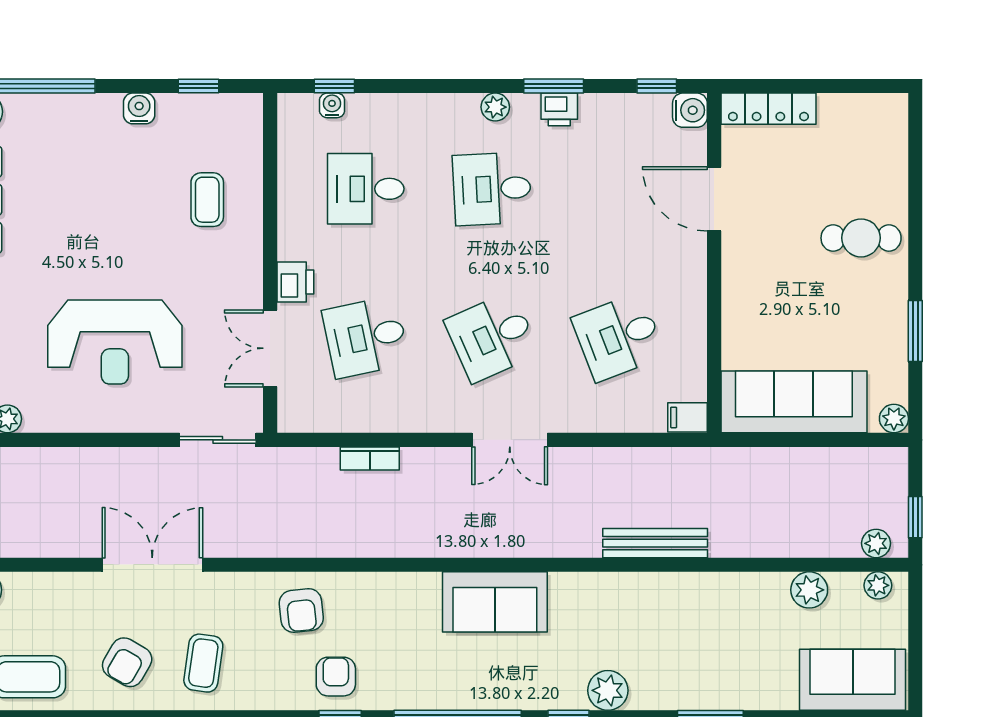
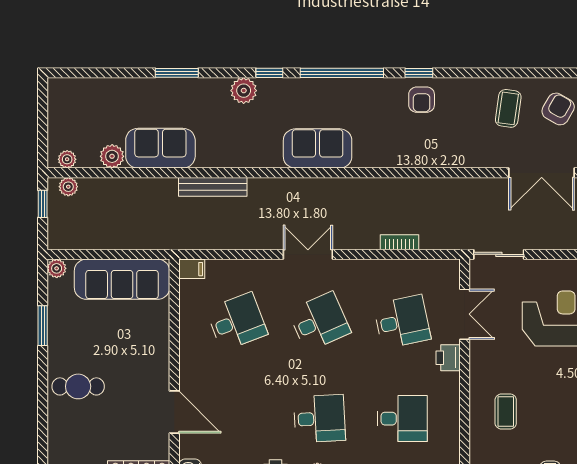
armchair: (301, 611) -> (444, 143), removed
sofa: (853, 680) -> (160, 148), moved, turned 180

